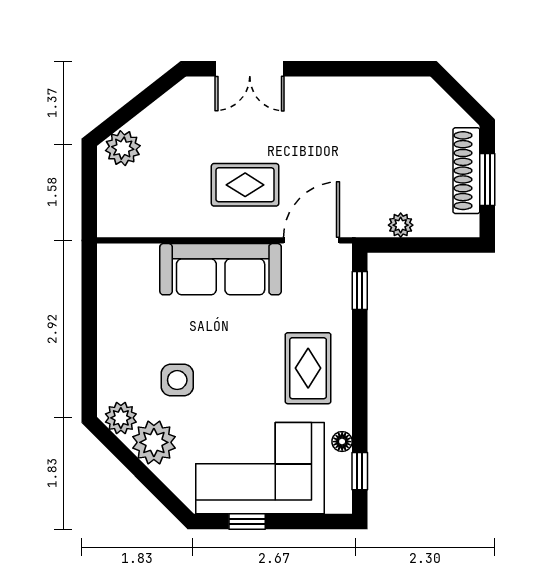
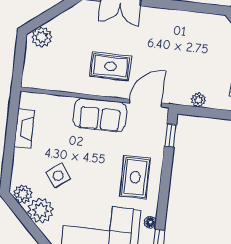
sofa: (221, 269) -> (100, 115), width x0.73
fireplace: (111, 307) -> (24, 129), added
side table: (177, 380) -> (58, 176), turned -36

